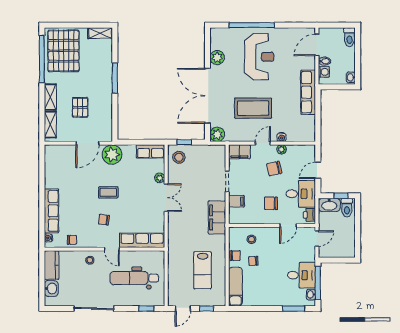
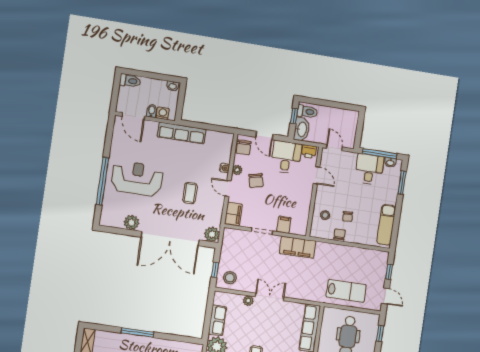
coffee table: (253, 108) -> (190, 193), width x0.54, depth x0.58
row of seats: (150, 151) -> (217, 320), moved
chair: (271, 203) -> (244, 147), moved
lab bench: (203, 270) -> (346, 291), moved
exam couch: (235, 287) -> (386, 225), moved, turned -90

